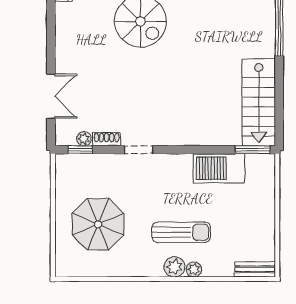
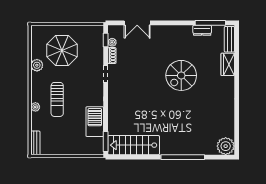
plant: (174, 267) -> (37, 65), moved

